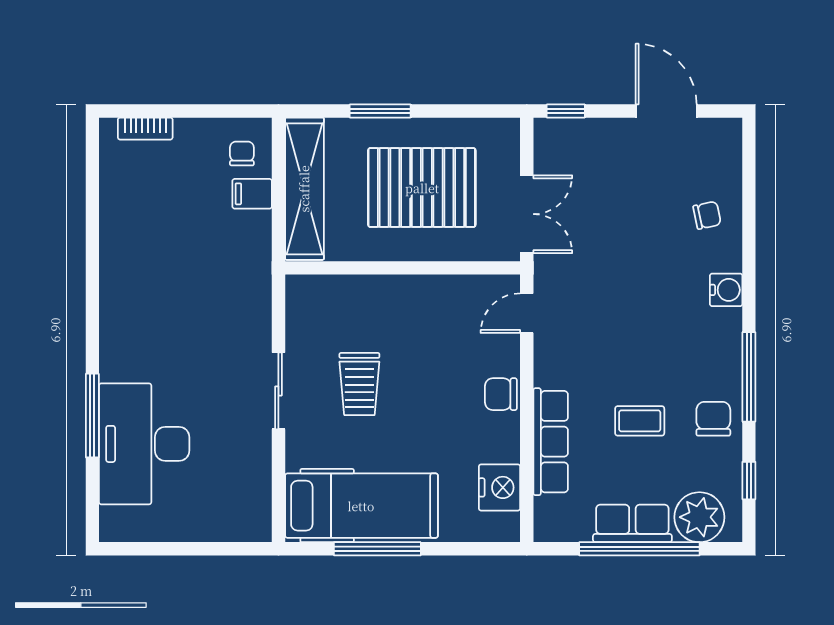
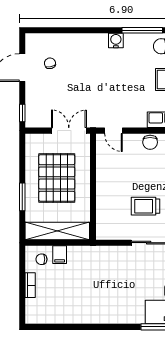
bookcase: (145, 129) -> (30, 285), moved
chair: (707, 215) -> (50, 63), moved
water cooler: (726, 290) -> (116, 41), moved
trolley: (359, 384) -> (146, 206), turned 180

